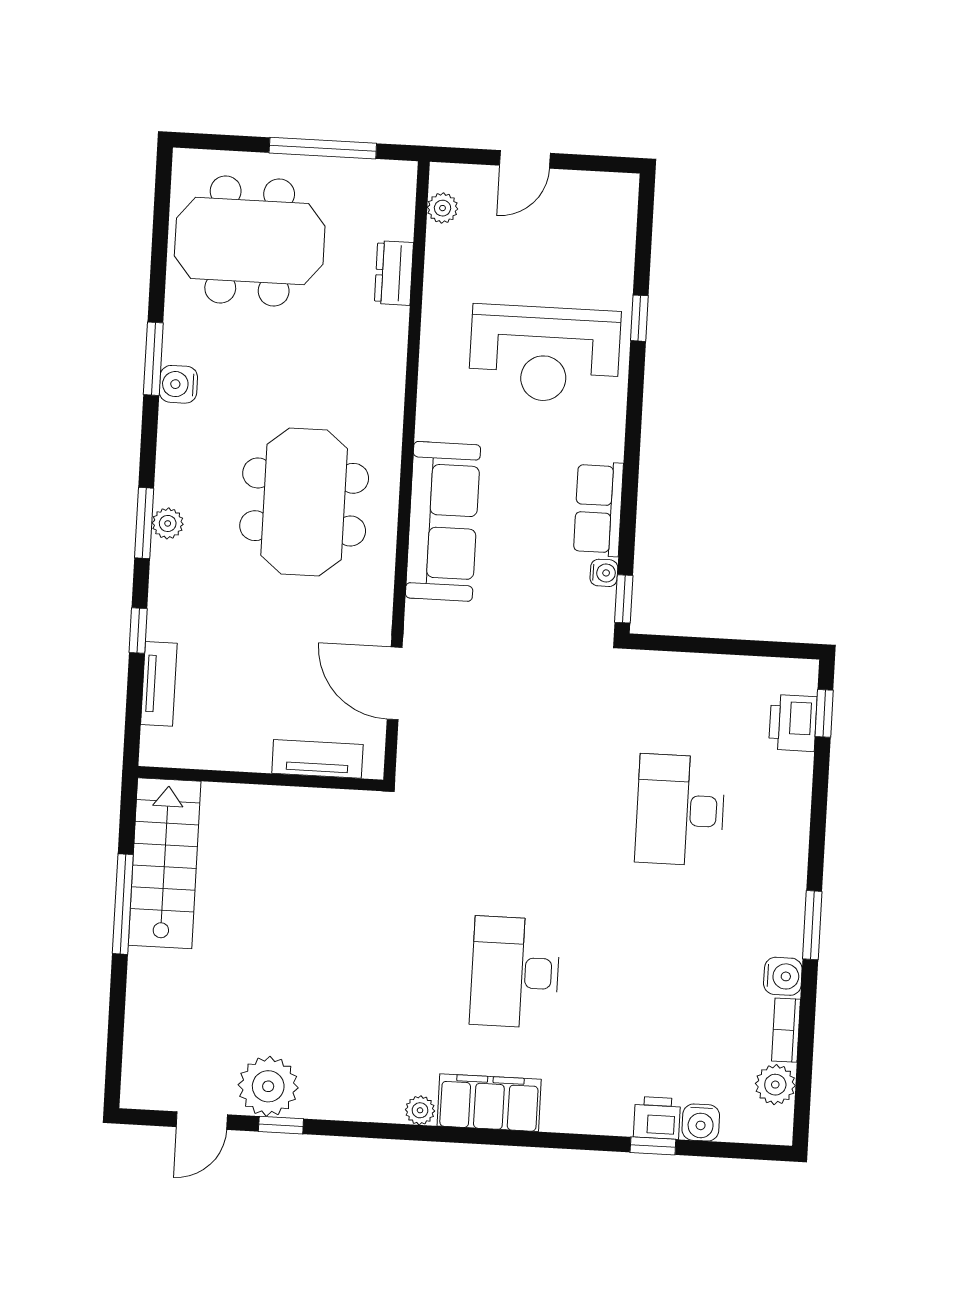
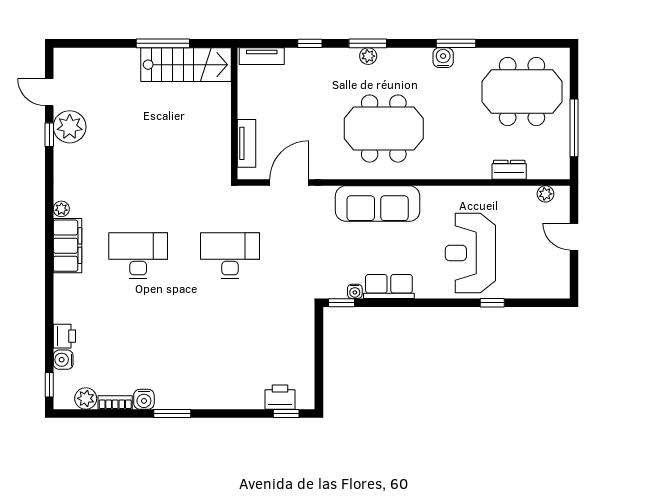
meeting table: (250, 241) -> (522, 92), turned 90
tv unit: (159, 684) -> (262, 56), moved
desk: (680, 810) -> (230, 256), moved
window: (653, 1146) -> (49, 385), moved

